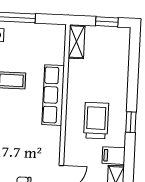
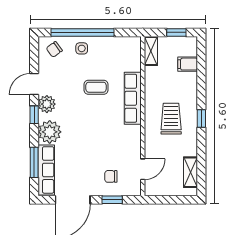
filing cabinet: (114, 156) -> (188, 64), moved

